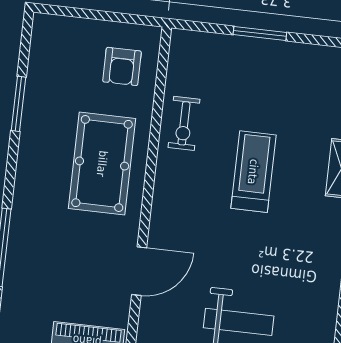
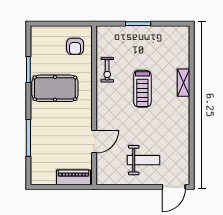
pool table: (102, 164) -> (55, 88), moved, turned 90
treadmill: (253, 172) -> (142, 89), turned 180

